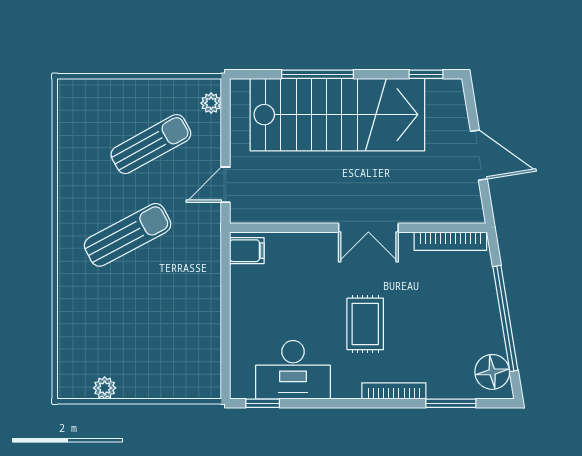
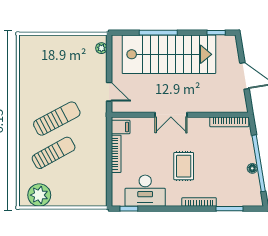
sun lounger: (151, 144) -> (54, 153), moved
door: (226, 185) -> (109, 92), swing flipped
double door: (368, 228) -> (171, 115), moved
bookcase: (239, 301) -> (116, 154), added
floor lamp: (492, 372) -> (252, 168), moved, width x0.53, depth x0.53
plant: (105, 388) -> (39, 195), width x1.87, depth x1.87

